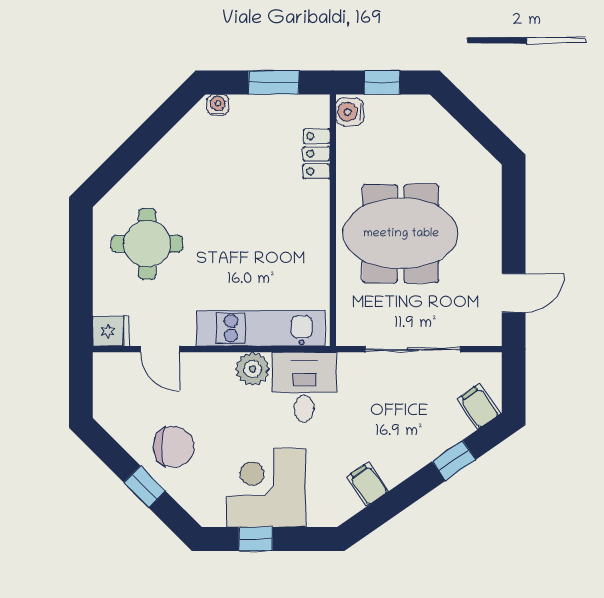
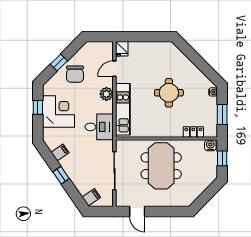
round table: (147, 244) -> (169, 93), moved
plant: (253, 369) -> (106, 94), moved
window: (454, 460) -> (61, 175), moved

